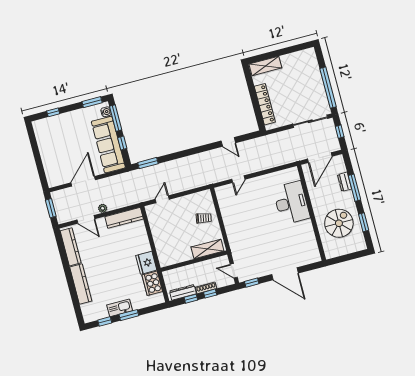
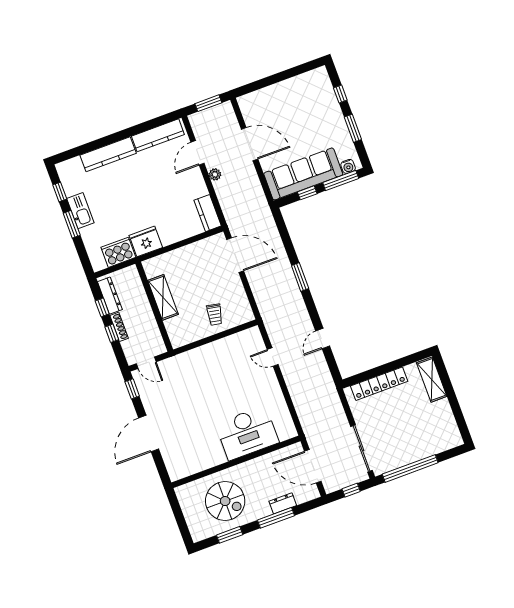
window: (92, 102) -> (353, 128), moved
window: (148, 163) -> (300, 277), moved
door: (162, 199) -> (235, 255), width x1.88
kitchen counter: (124, 218) -> (208, 213), width x0.67
shelving: (207, 249) -> (163, 297), moved
door: (234, 271) -> (146, 363), swing flipped

